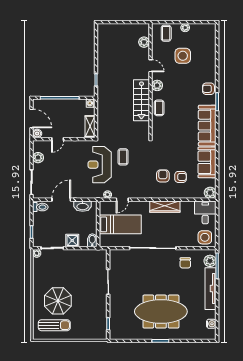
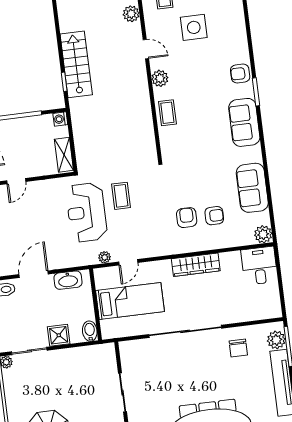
stairs: (141, 100) -> (76, 64), moved, turned 180
sofa: (207, 126) -> (244, 122), width x0.73
side table: (205, 237) -> (264, 304), removed

